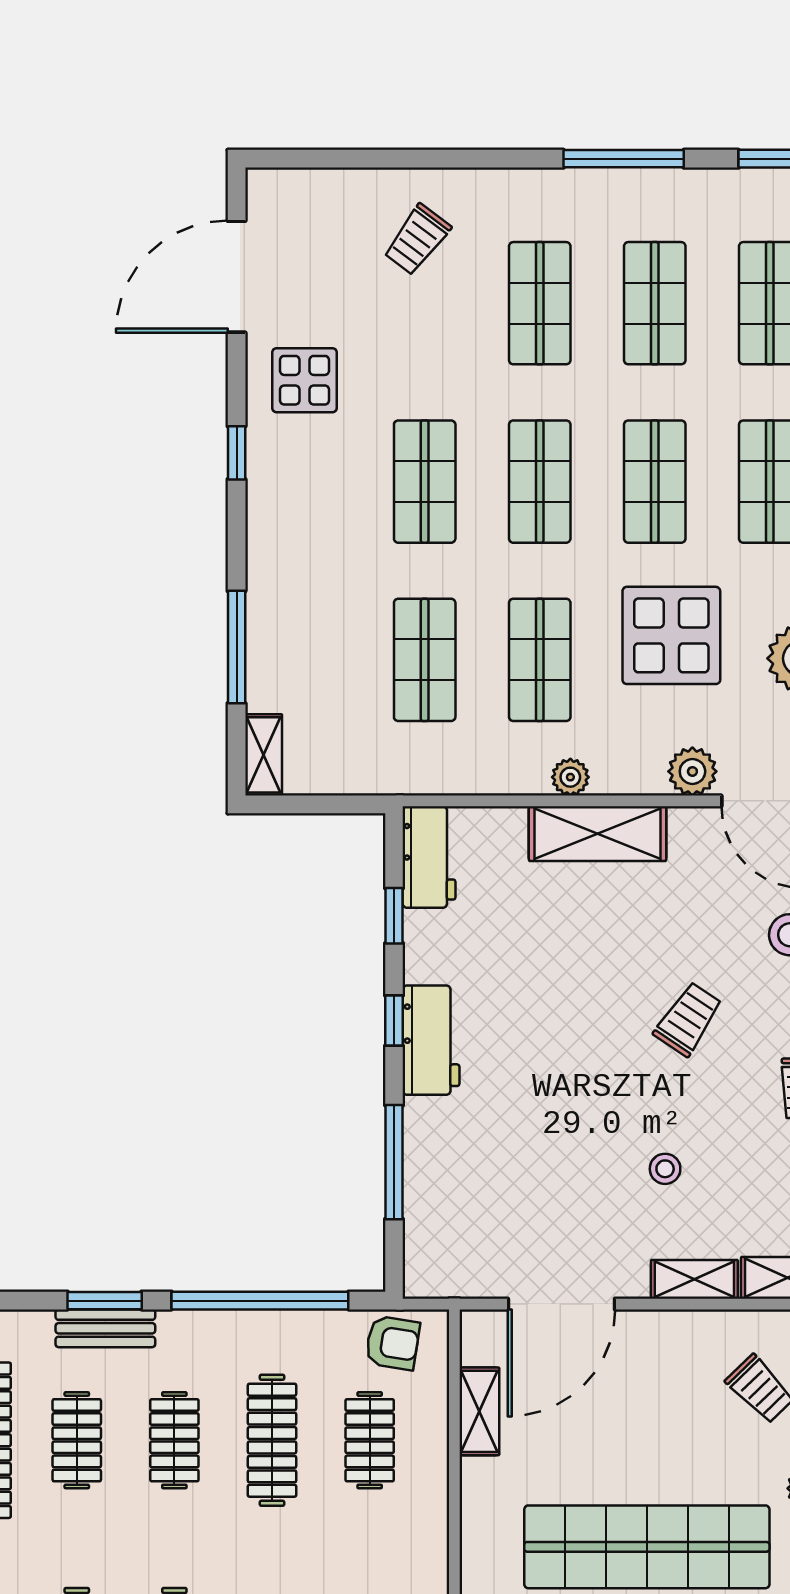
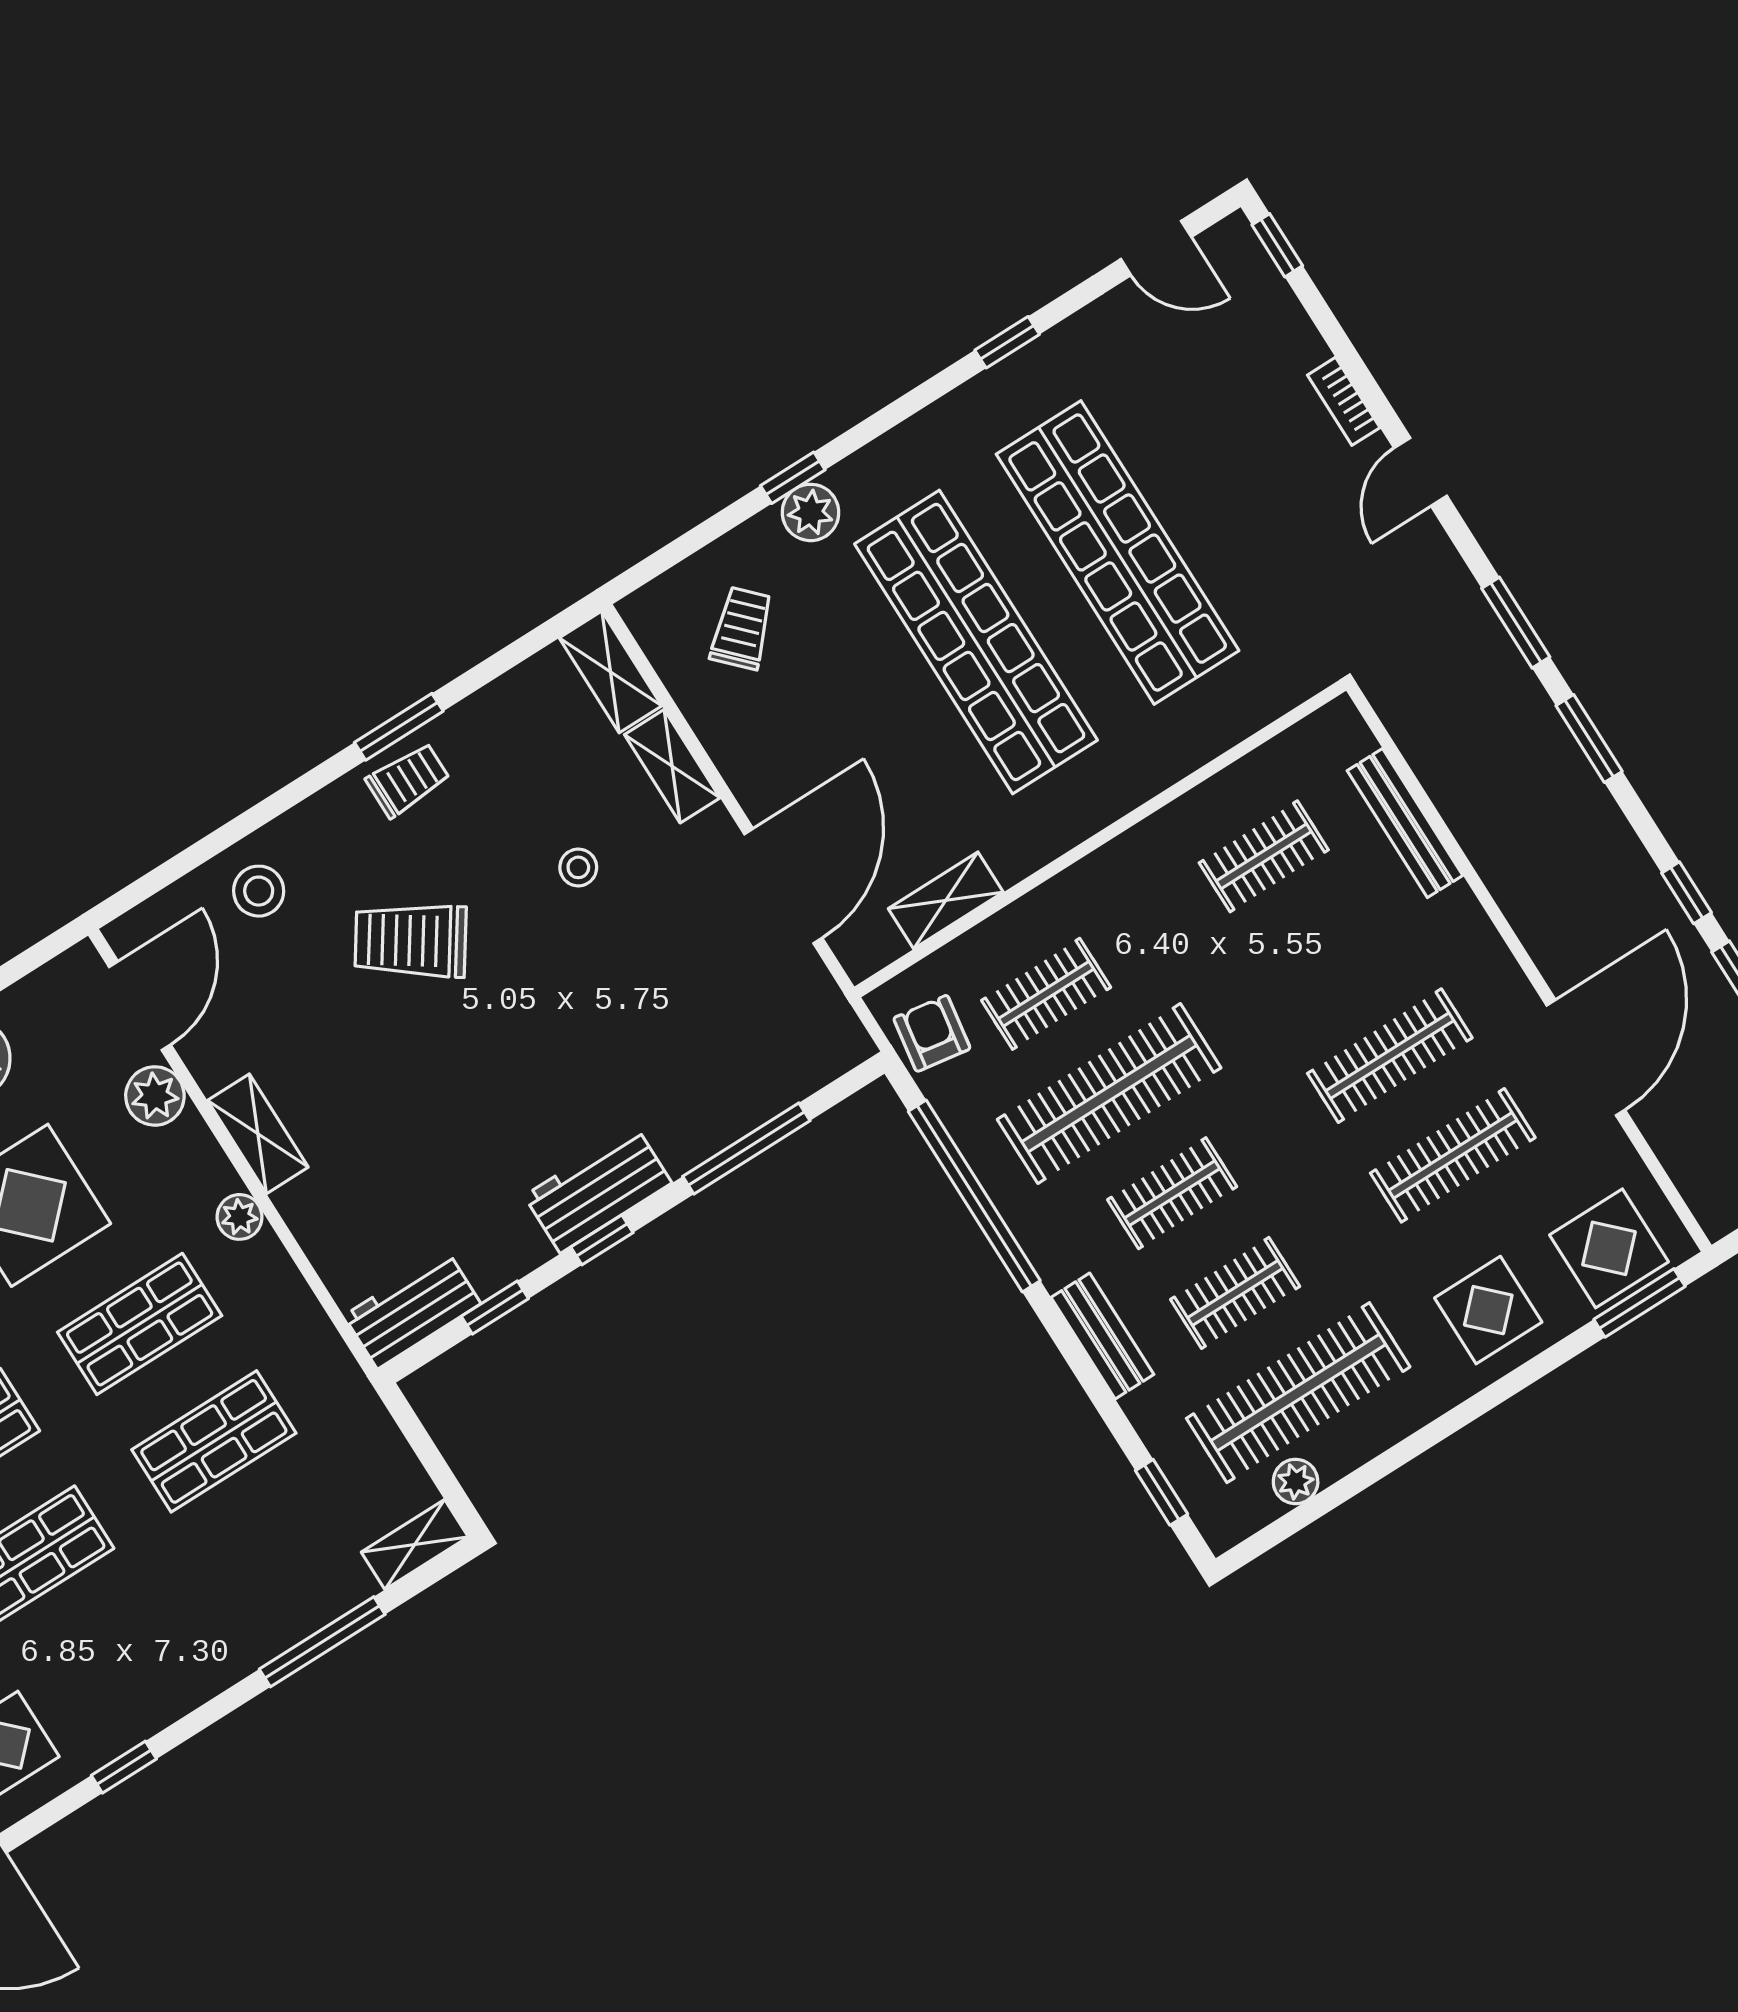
shelving: (598, 834) -> (258, 1134), width x0.67, depth x0.75
trolley: (688, 1019) -> (411, 941), width x1.36, depth x1.39
window: (105, 1301) -> (1075, 1355), removed
door: (561, 1304) -> (783, 886), hinge flipped
clothes rail: (272, 1440) -> (1109, 1094), width x1.37, depth x1.31

